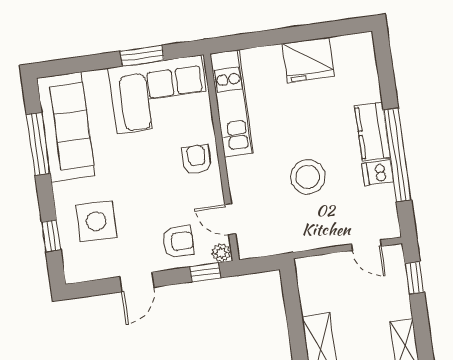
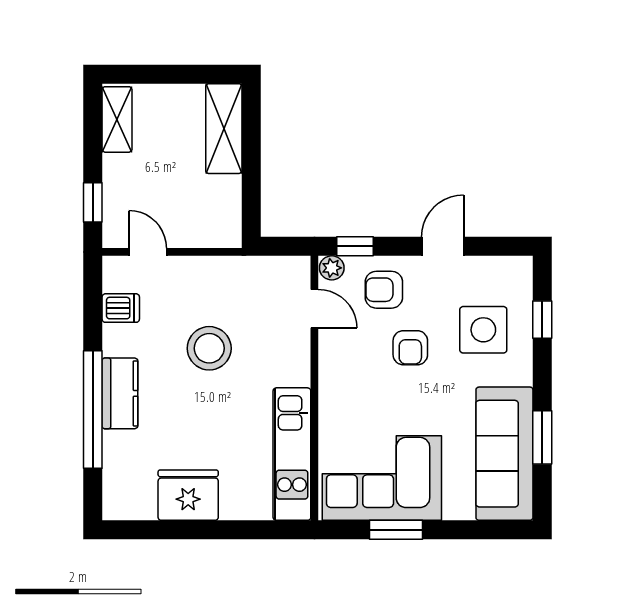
window: (38, 144) -> (542, 437), width x0.69
window: (397, 155) -> (93, 409), moved
armchair: (197, 159) -> (410, 348), moved
dishwasher: (378, 173) -> (121, 308), moved

